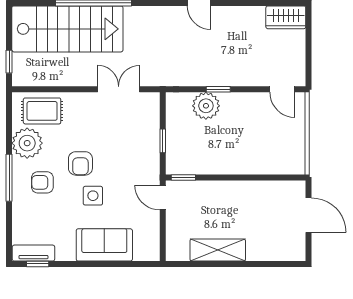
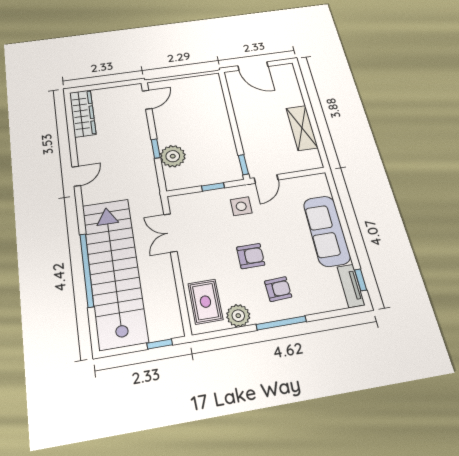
wardrobe: (286, 17) -> (83, 113), width x1.50
stairs: (67, 29) -> (114, 271), width x1.36
plant: (27, 143) -> (238, 316), width x0.73, depth x0.73
armchair: (42, 182) -> (278, 289), turned -93
side table: (93, 196) -> (241, 206), moved
door: (309, 215) -> (253, 66), swing flipped
sofa: (104, 245) -> (327, 231), width x1.36

